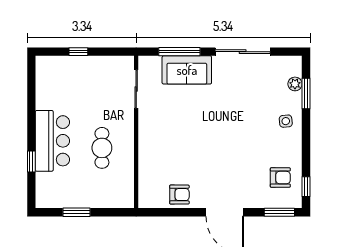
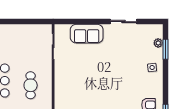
window: (78, 52) -> (15, 22), removed
window: (179, 52) -> (82, 22), removed
sliding door: (243, 52) -> (124, 22), width x0.73

